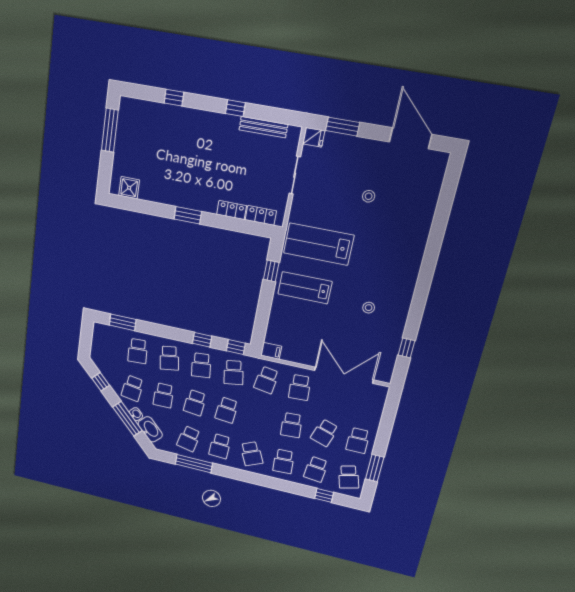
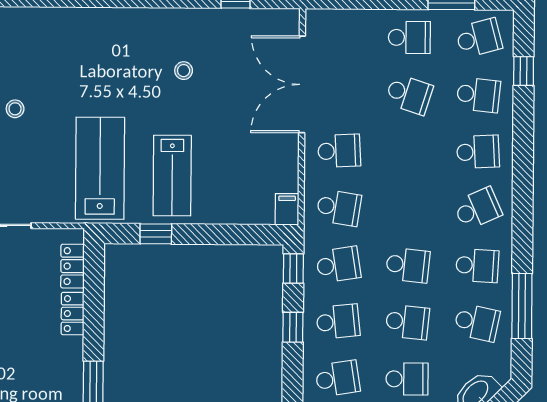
lab bench: (319, 244) -> (100, 168), turned 180
school desk: (291, 425) -> (409, 151), removed

